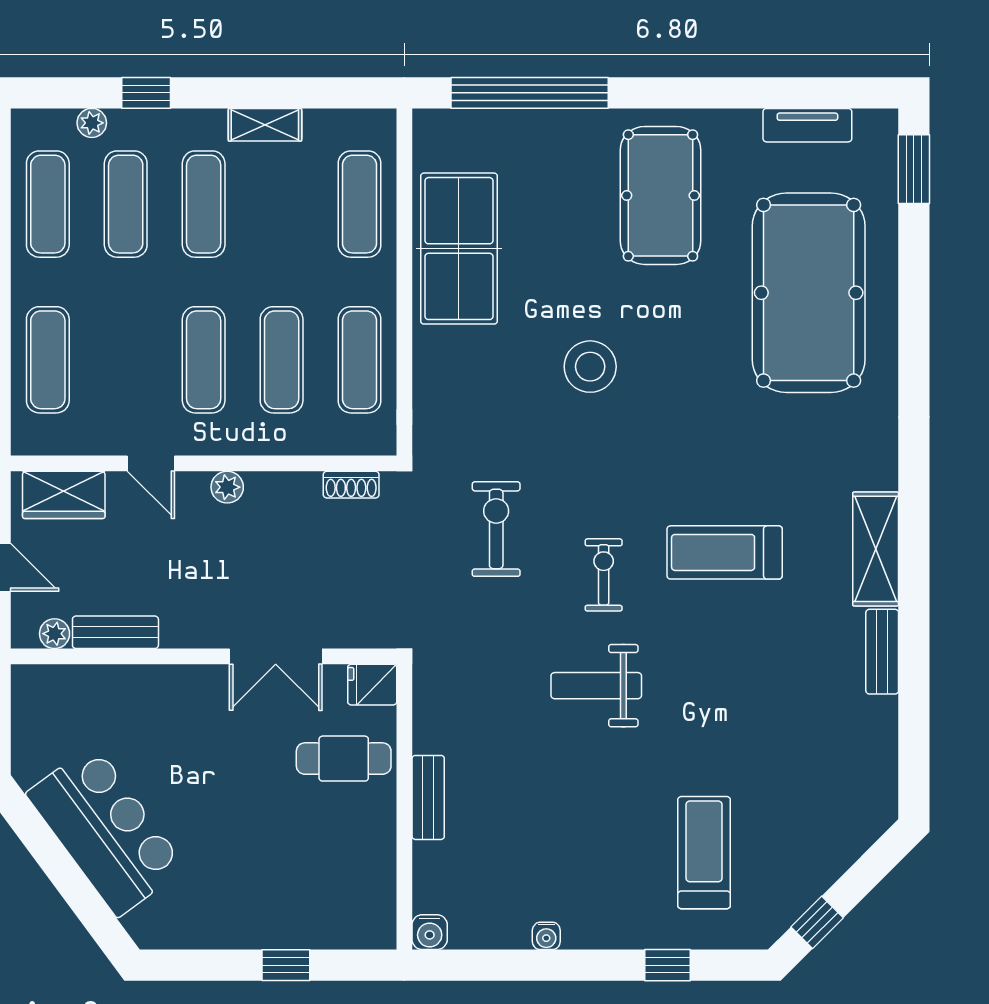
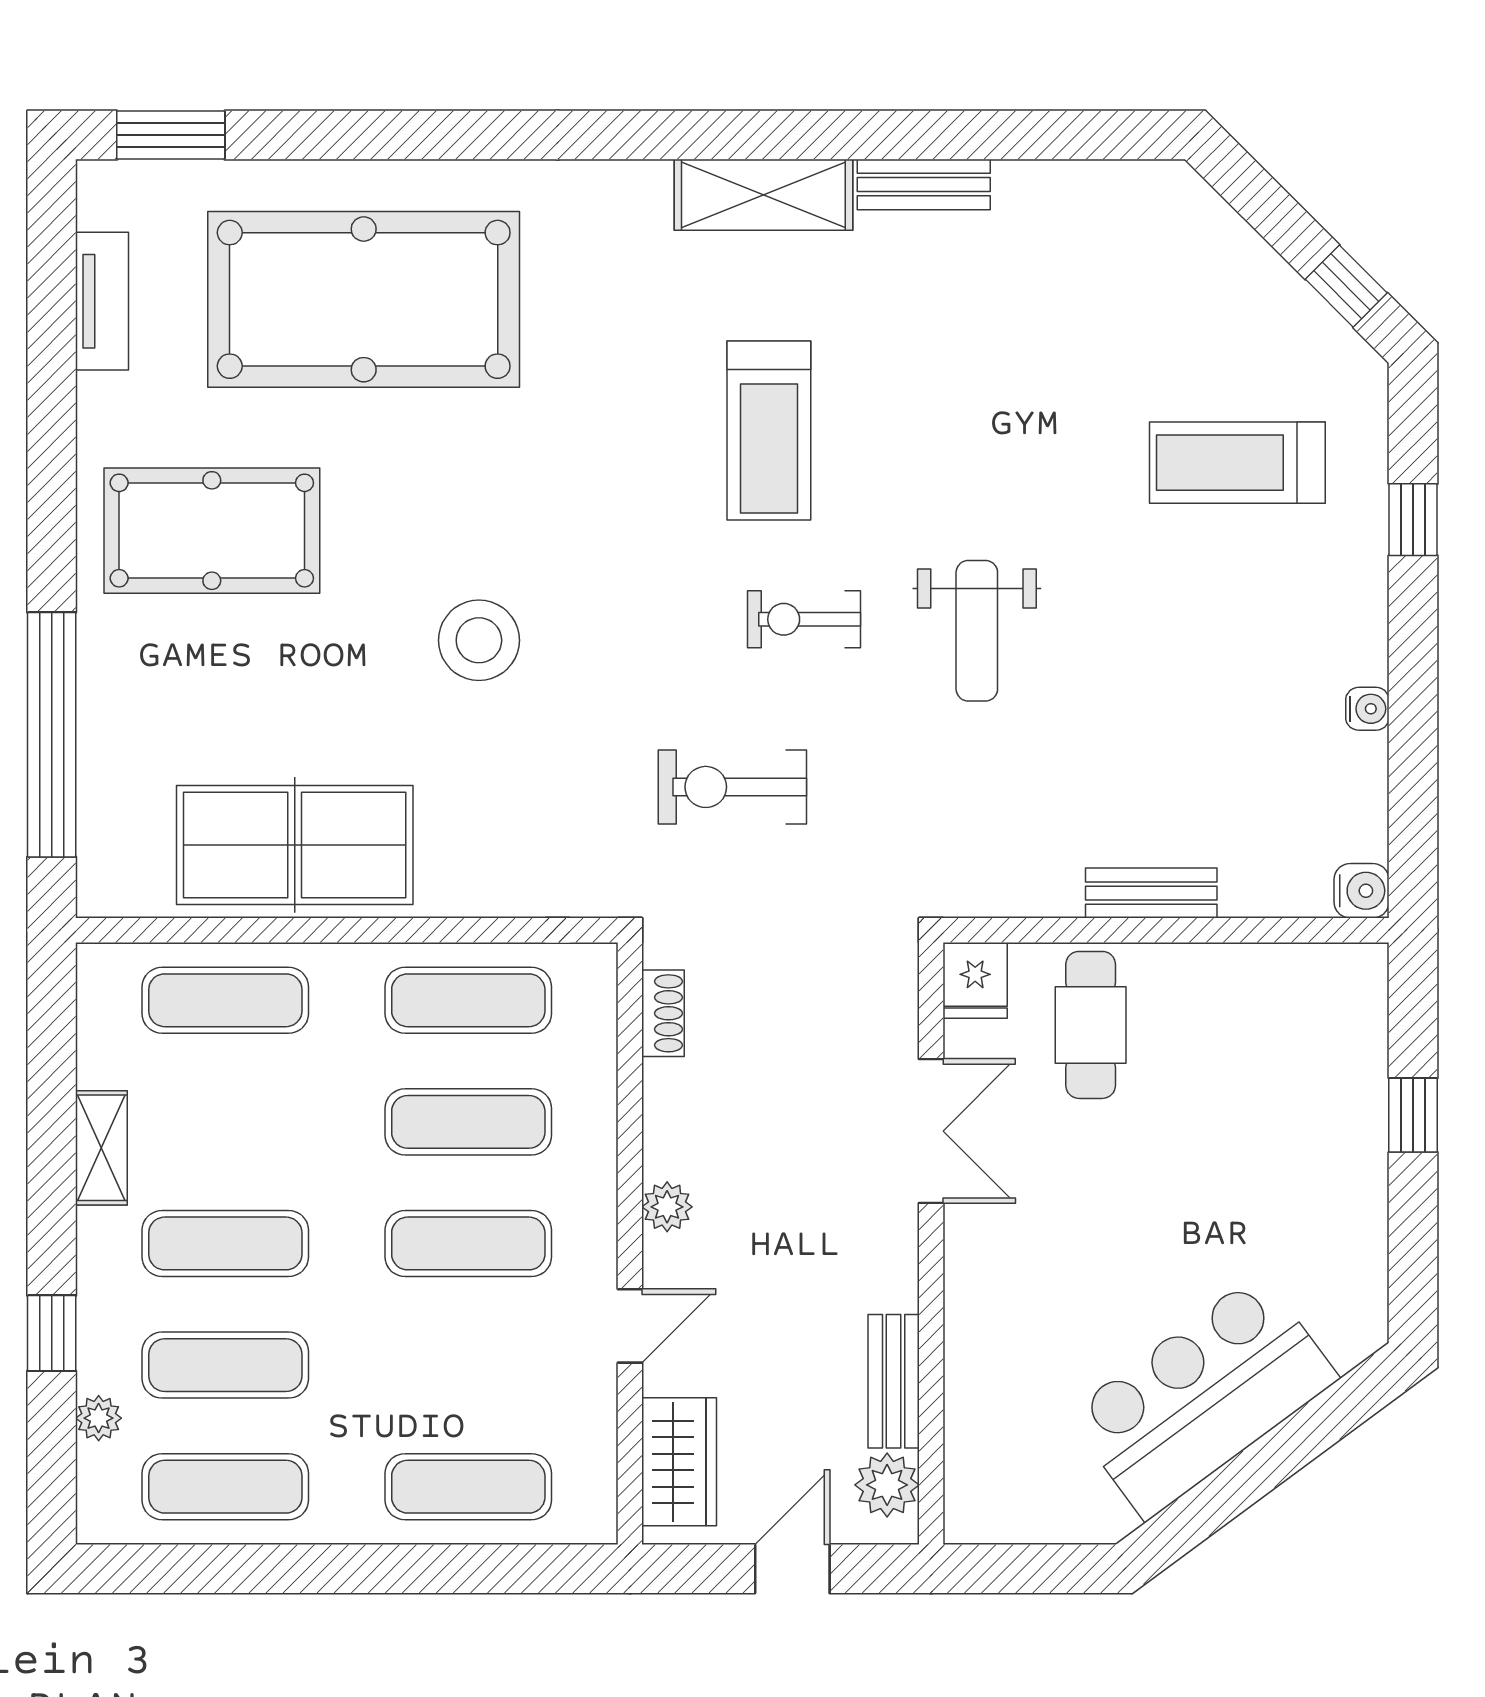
plant: (55, 634) -> (887, 1485), width x1.38, depth x1.38

